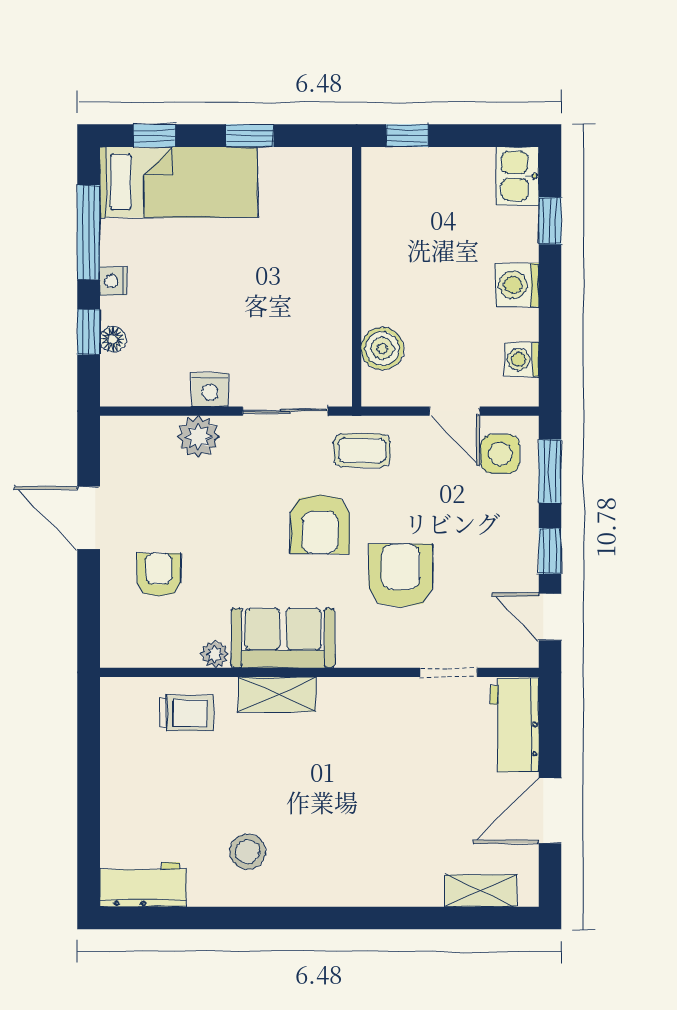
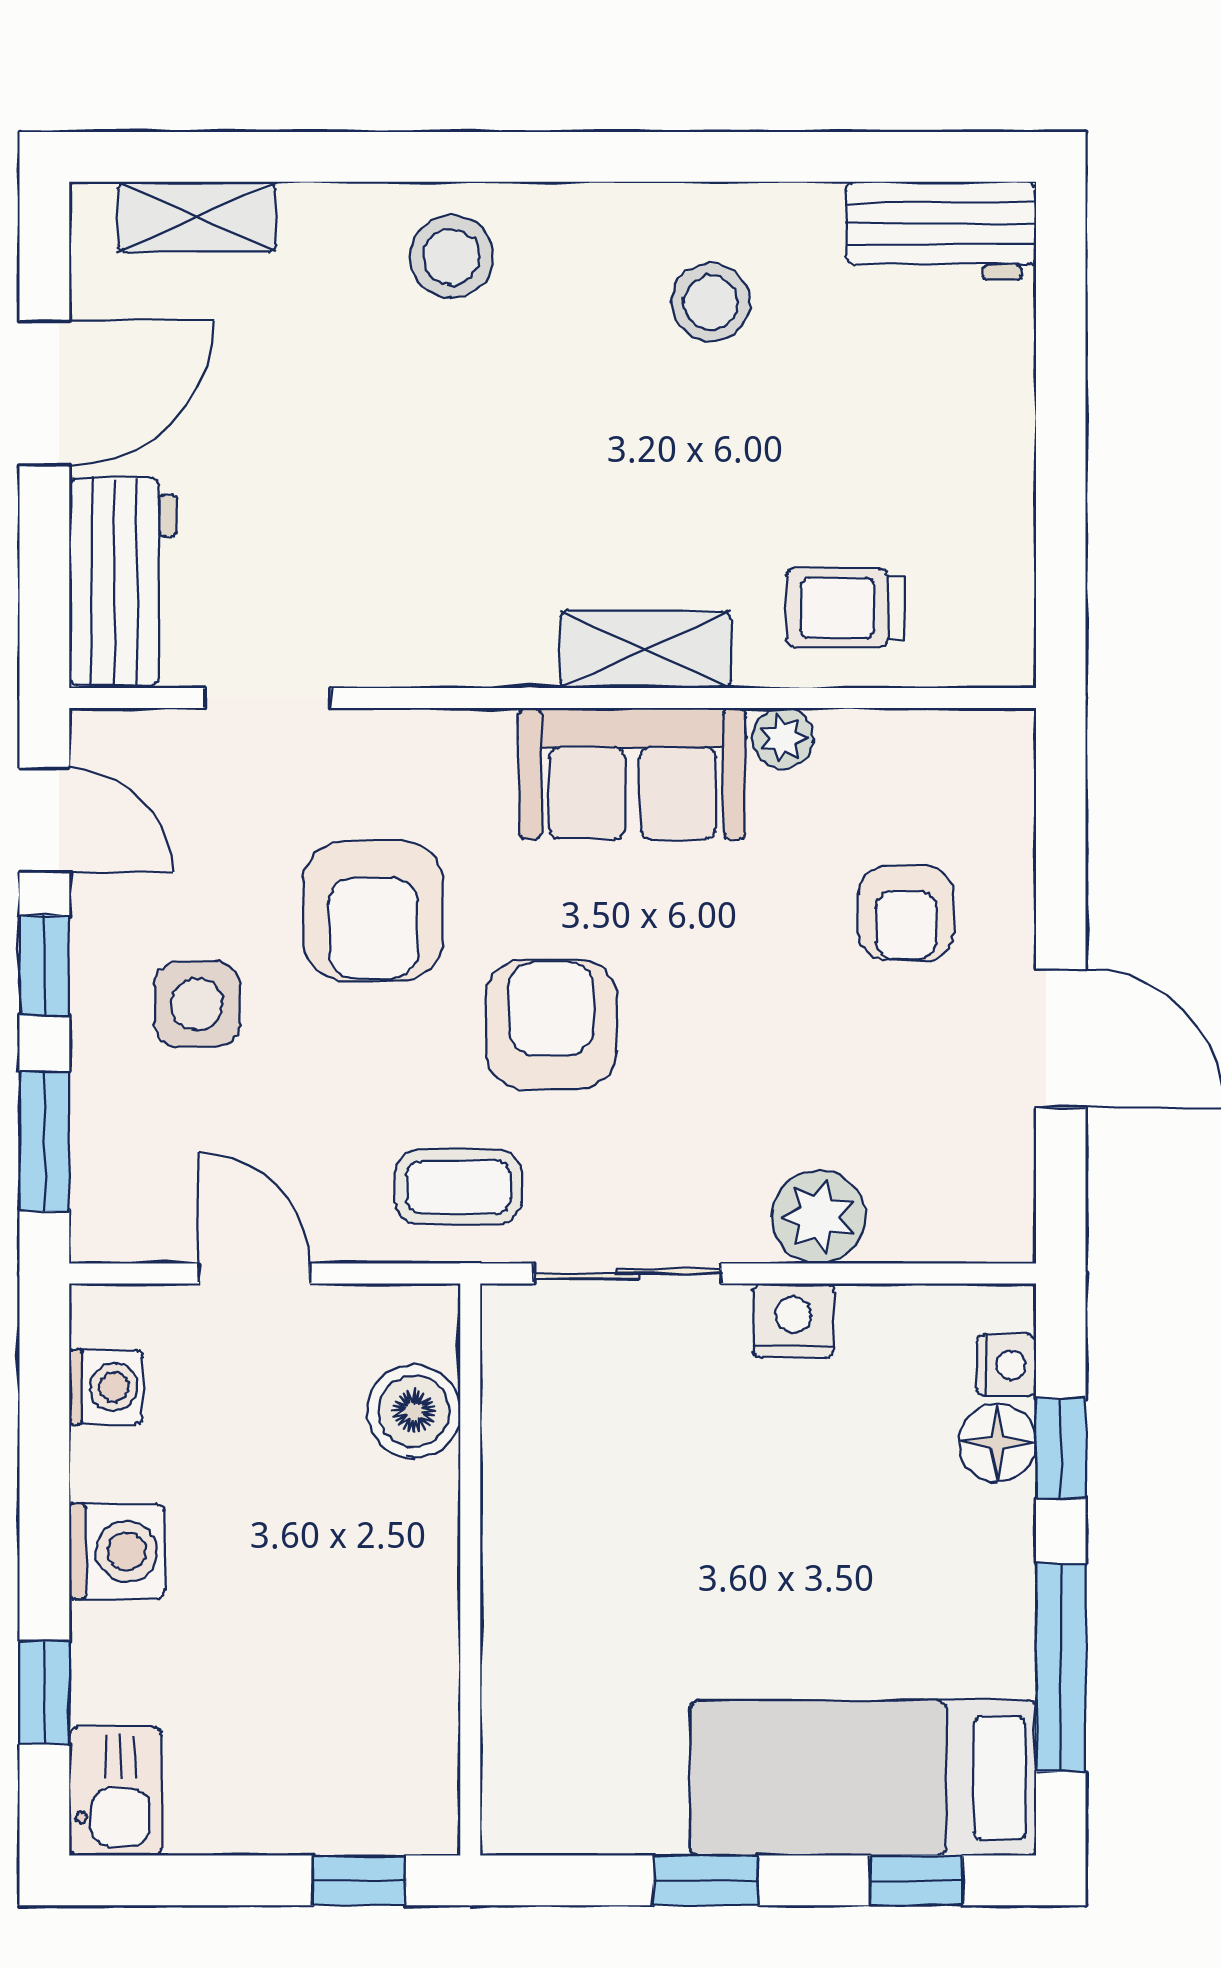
nightstand: (113, 281) -> (1006, 1365), moved
floor lamp: (113, 339) -> (997, 1442), width x1.37, depth x1.37
side table: (500, 454) -> (197, 1004), moved
stool: (365, 873) -> (451, 257), added

